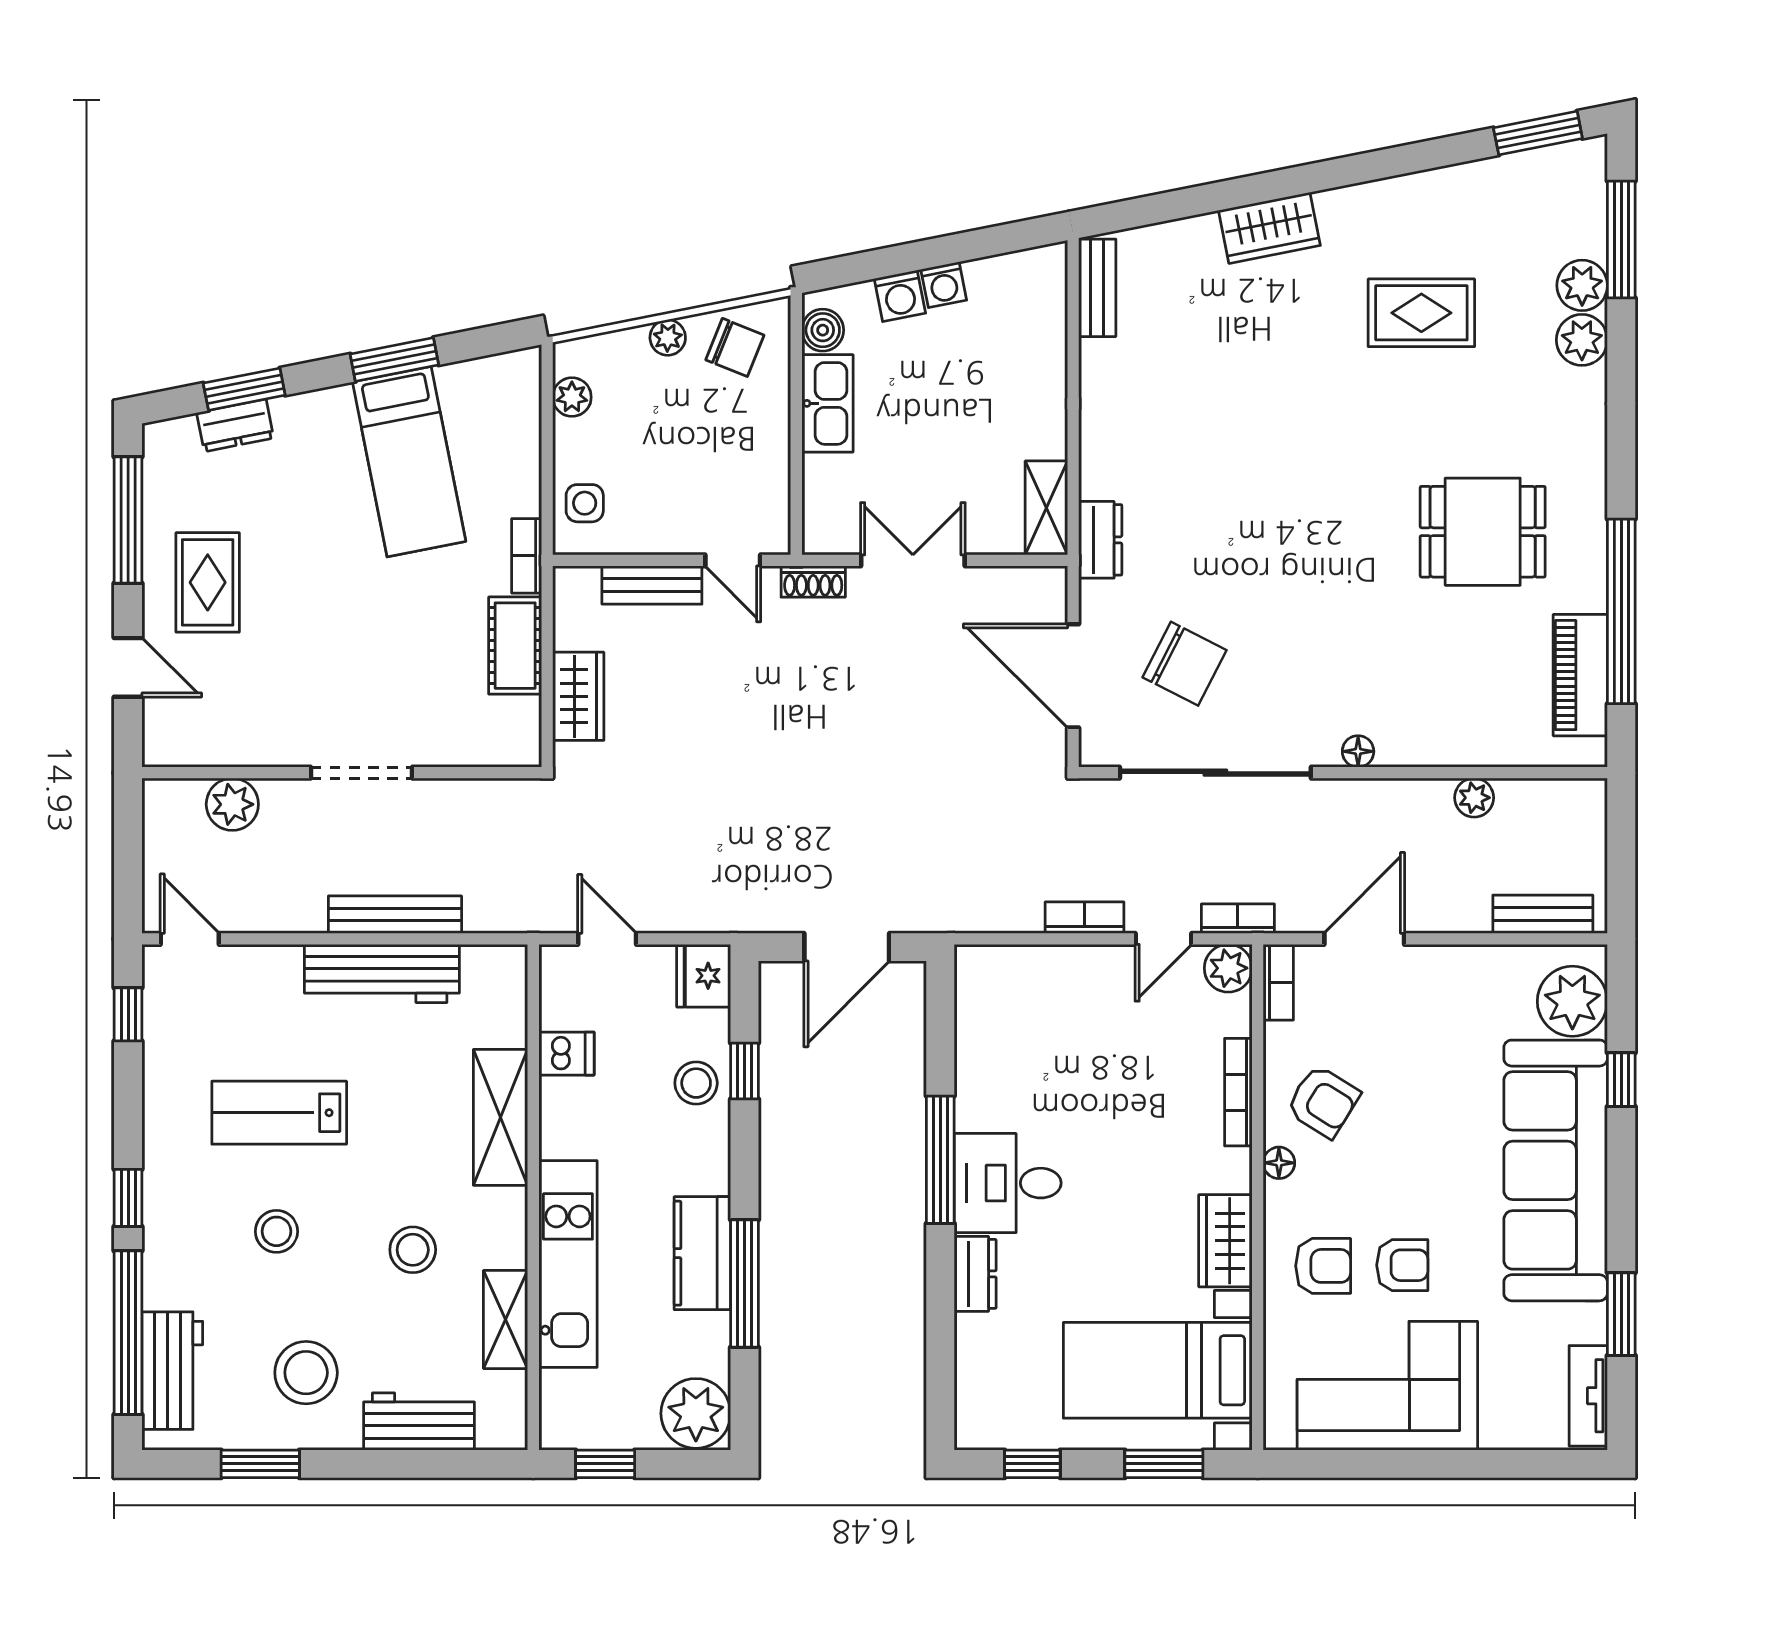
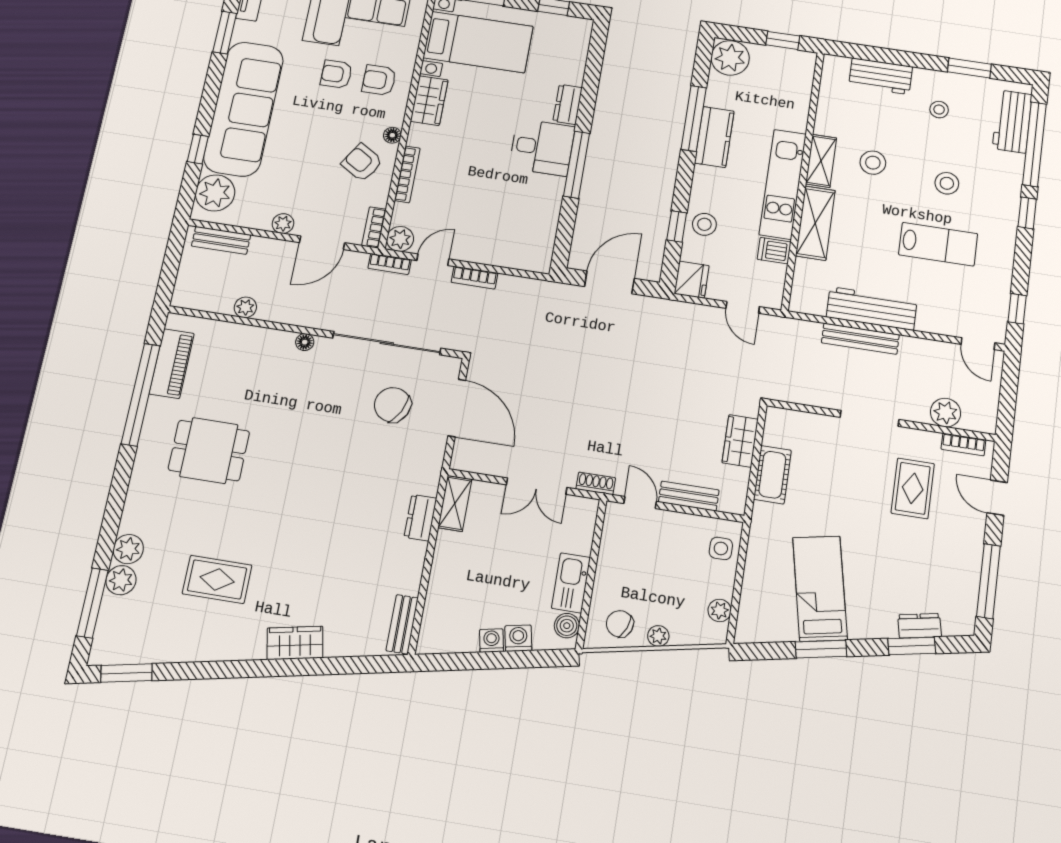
dresser: (1100, 540) -> (420, 518), moved
bookcase: (527, 556) -> (963, 444), moved, turned 90
rug: (208, 582) -> (913, 488), moved
plant: (1440, 963) -> (283, 224), added
kitchen unit: (568, 1264) -> (783, 184), moved
shelving: (506, 1320) -> (821, 161), moved
stool: (306, 1373) -> (939, 110), width x0.53, depth x0.53

